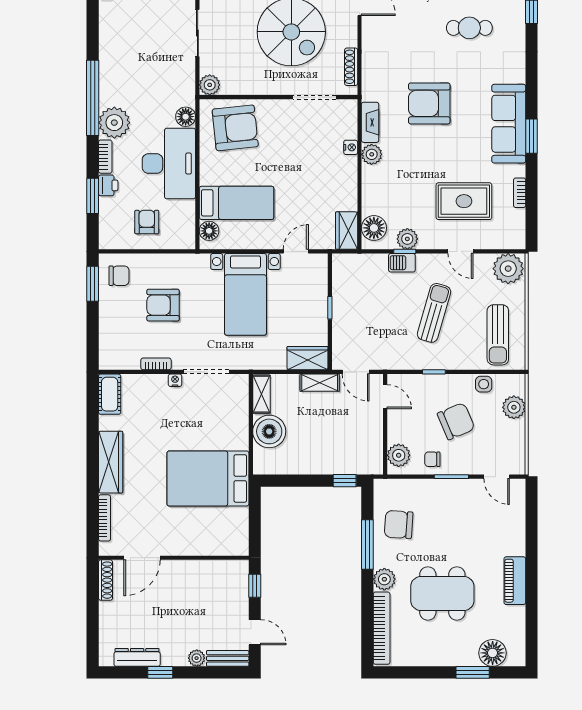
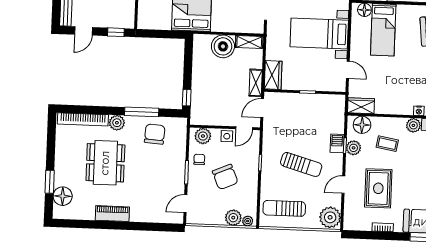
coffee table: (400, 191) -> (387, 144), added
side table: (484, 384) -> (227, 136), moved
plant: (518, 387) -> (248, 221), added

